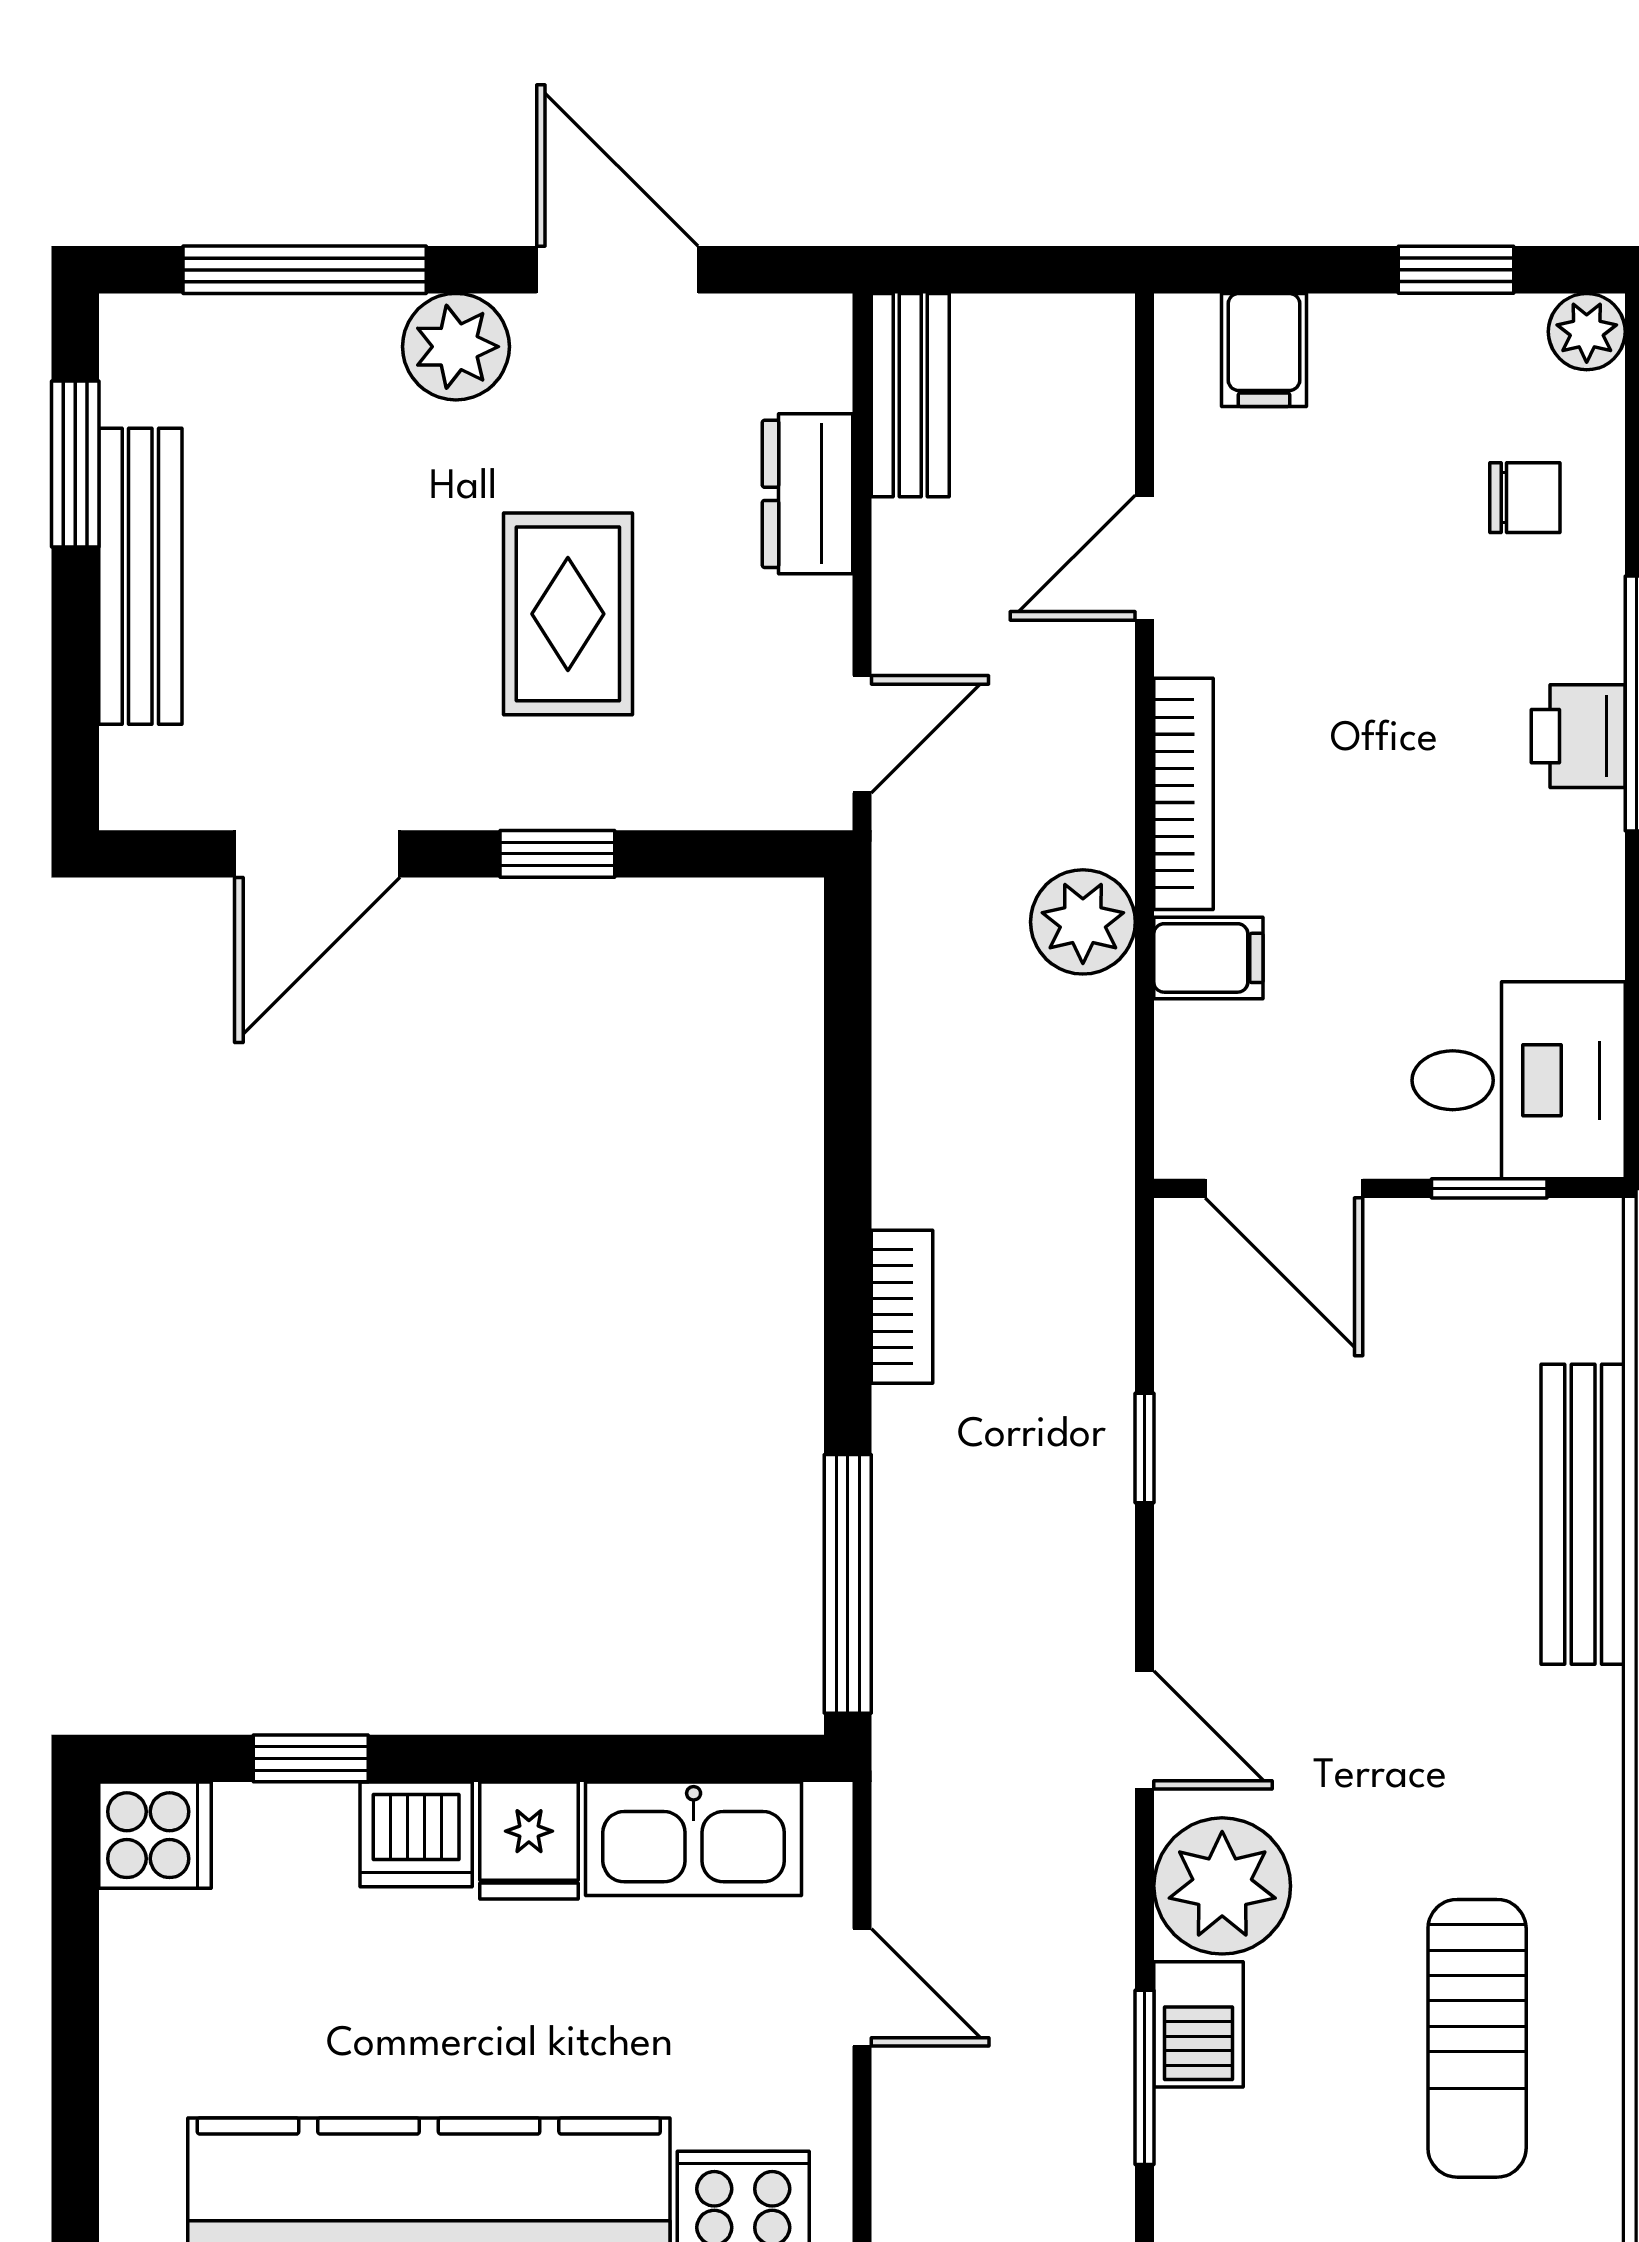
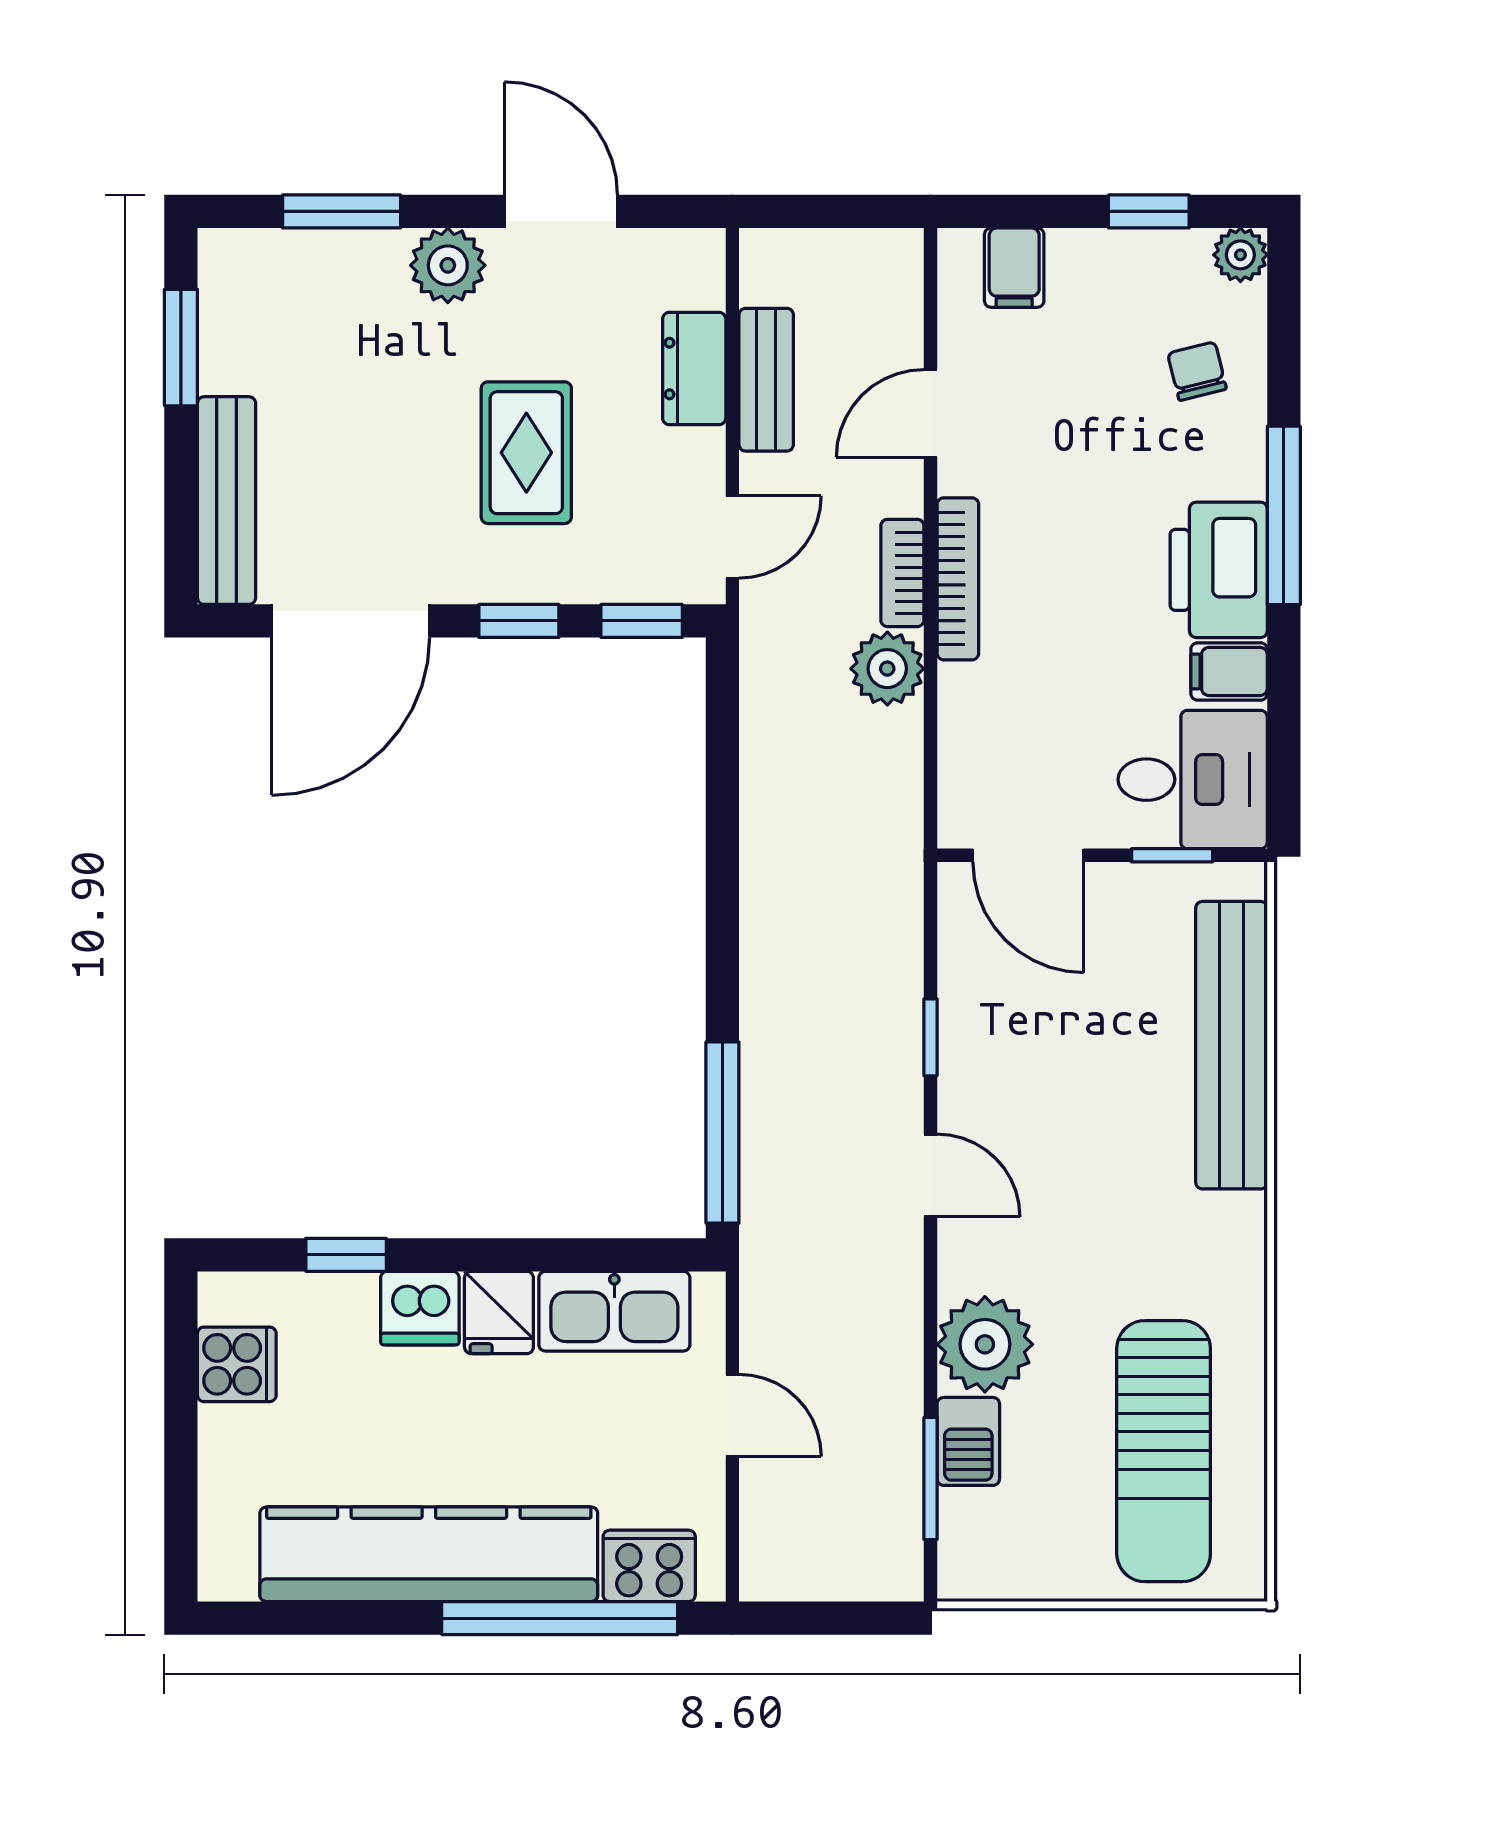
window: (305, 270) -> (342, 211), width x0.69
bench: (910, 395) -> (766, 380), moved
chair: (1525, 498) -> (1197, 371), turned -104
bench: (140, 576) -> (227, 501), moved
printer: (1578, 736) -> (1219, 570), width x1.87, depth x1.48
door: (317, 854) -> (351, 621), width x1.36
window: (732, 854) -> (642, 621), added
filing cabinet: (1208, 958) -> (1229, 671), moved, turned 180
bookcase: (902, 1307) -> (902, 573), moved, turned 180
bench: (1583, 1514) -> (1232, 1045), width x1.37, depth x1.21
door: (1145, 1730) -> (930, 1175), moved
cooker: (155, 1835) -> (237, 1364), moved
sun lounger: (1477, 2038) -> (1164, 1451), width x1.36, depth x1.34

